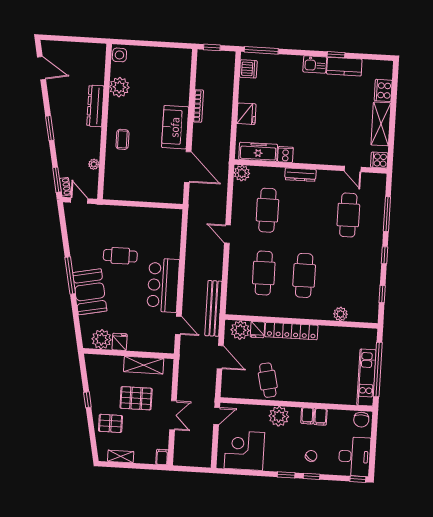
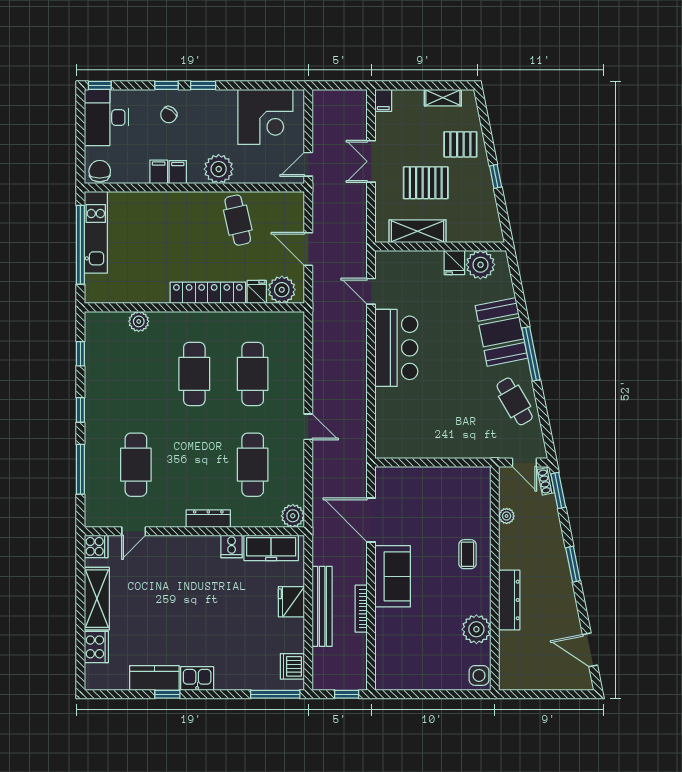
door: (353, 169) -> (134, 531), swing flipped
cafe table: (120, 256) -> (515, 401), moved, turned 60
bench: (213, 308) -> (322, 606), moved

